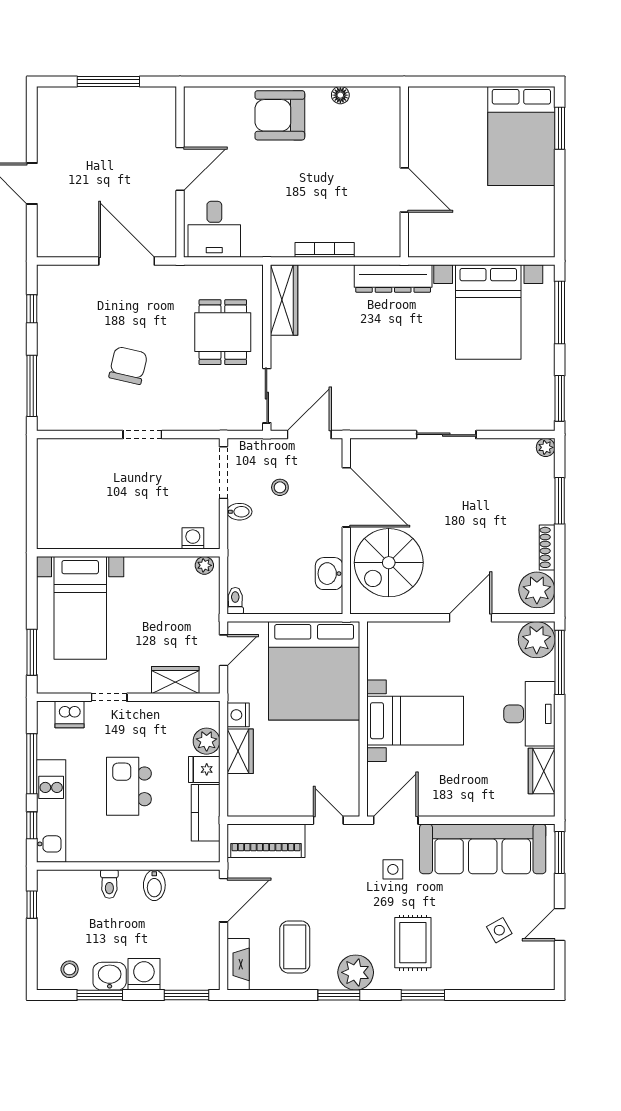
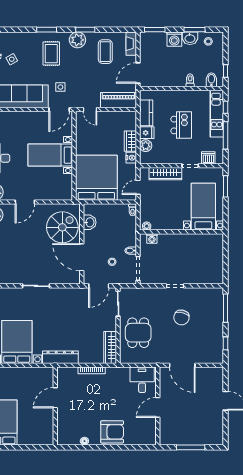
door: (404, 190) -> (55, 398), hinge flipped
wardrobe: (175, 680) -> (165, 174), width x1.50
bidet: (154, 885) -> (211, 80), moved

